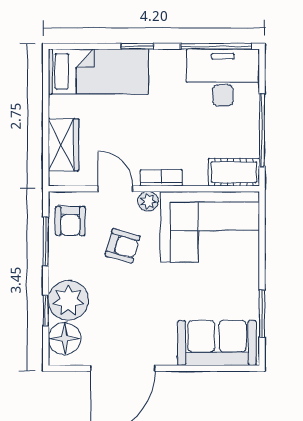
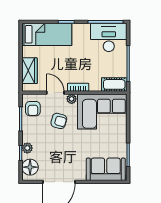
plant: (68, 300) -> (27, 148), width x0.53, depth x0.53

